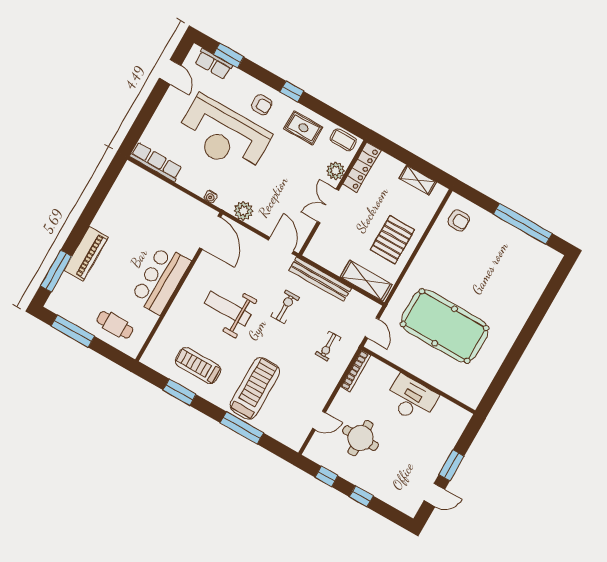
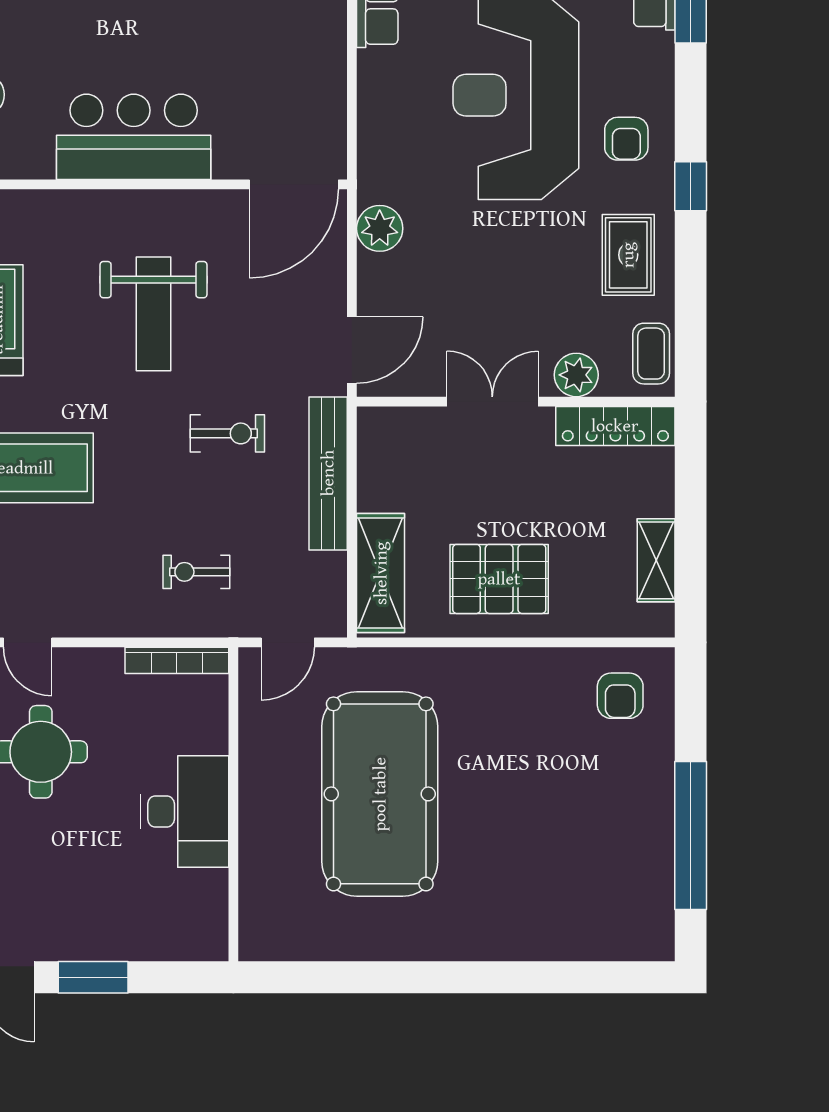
water cooler: (211, 197) -> (370, 142), removed
weight bench: (228, 309) -> (153, 314), turned 180

